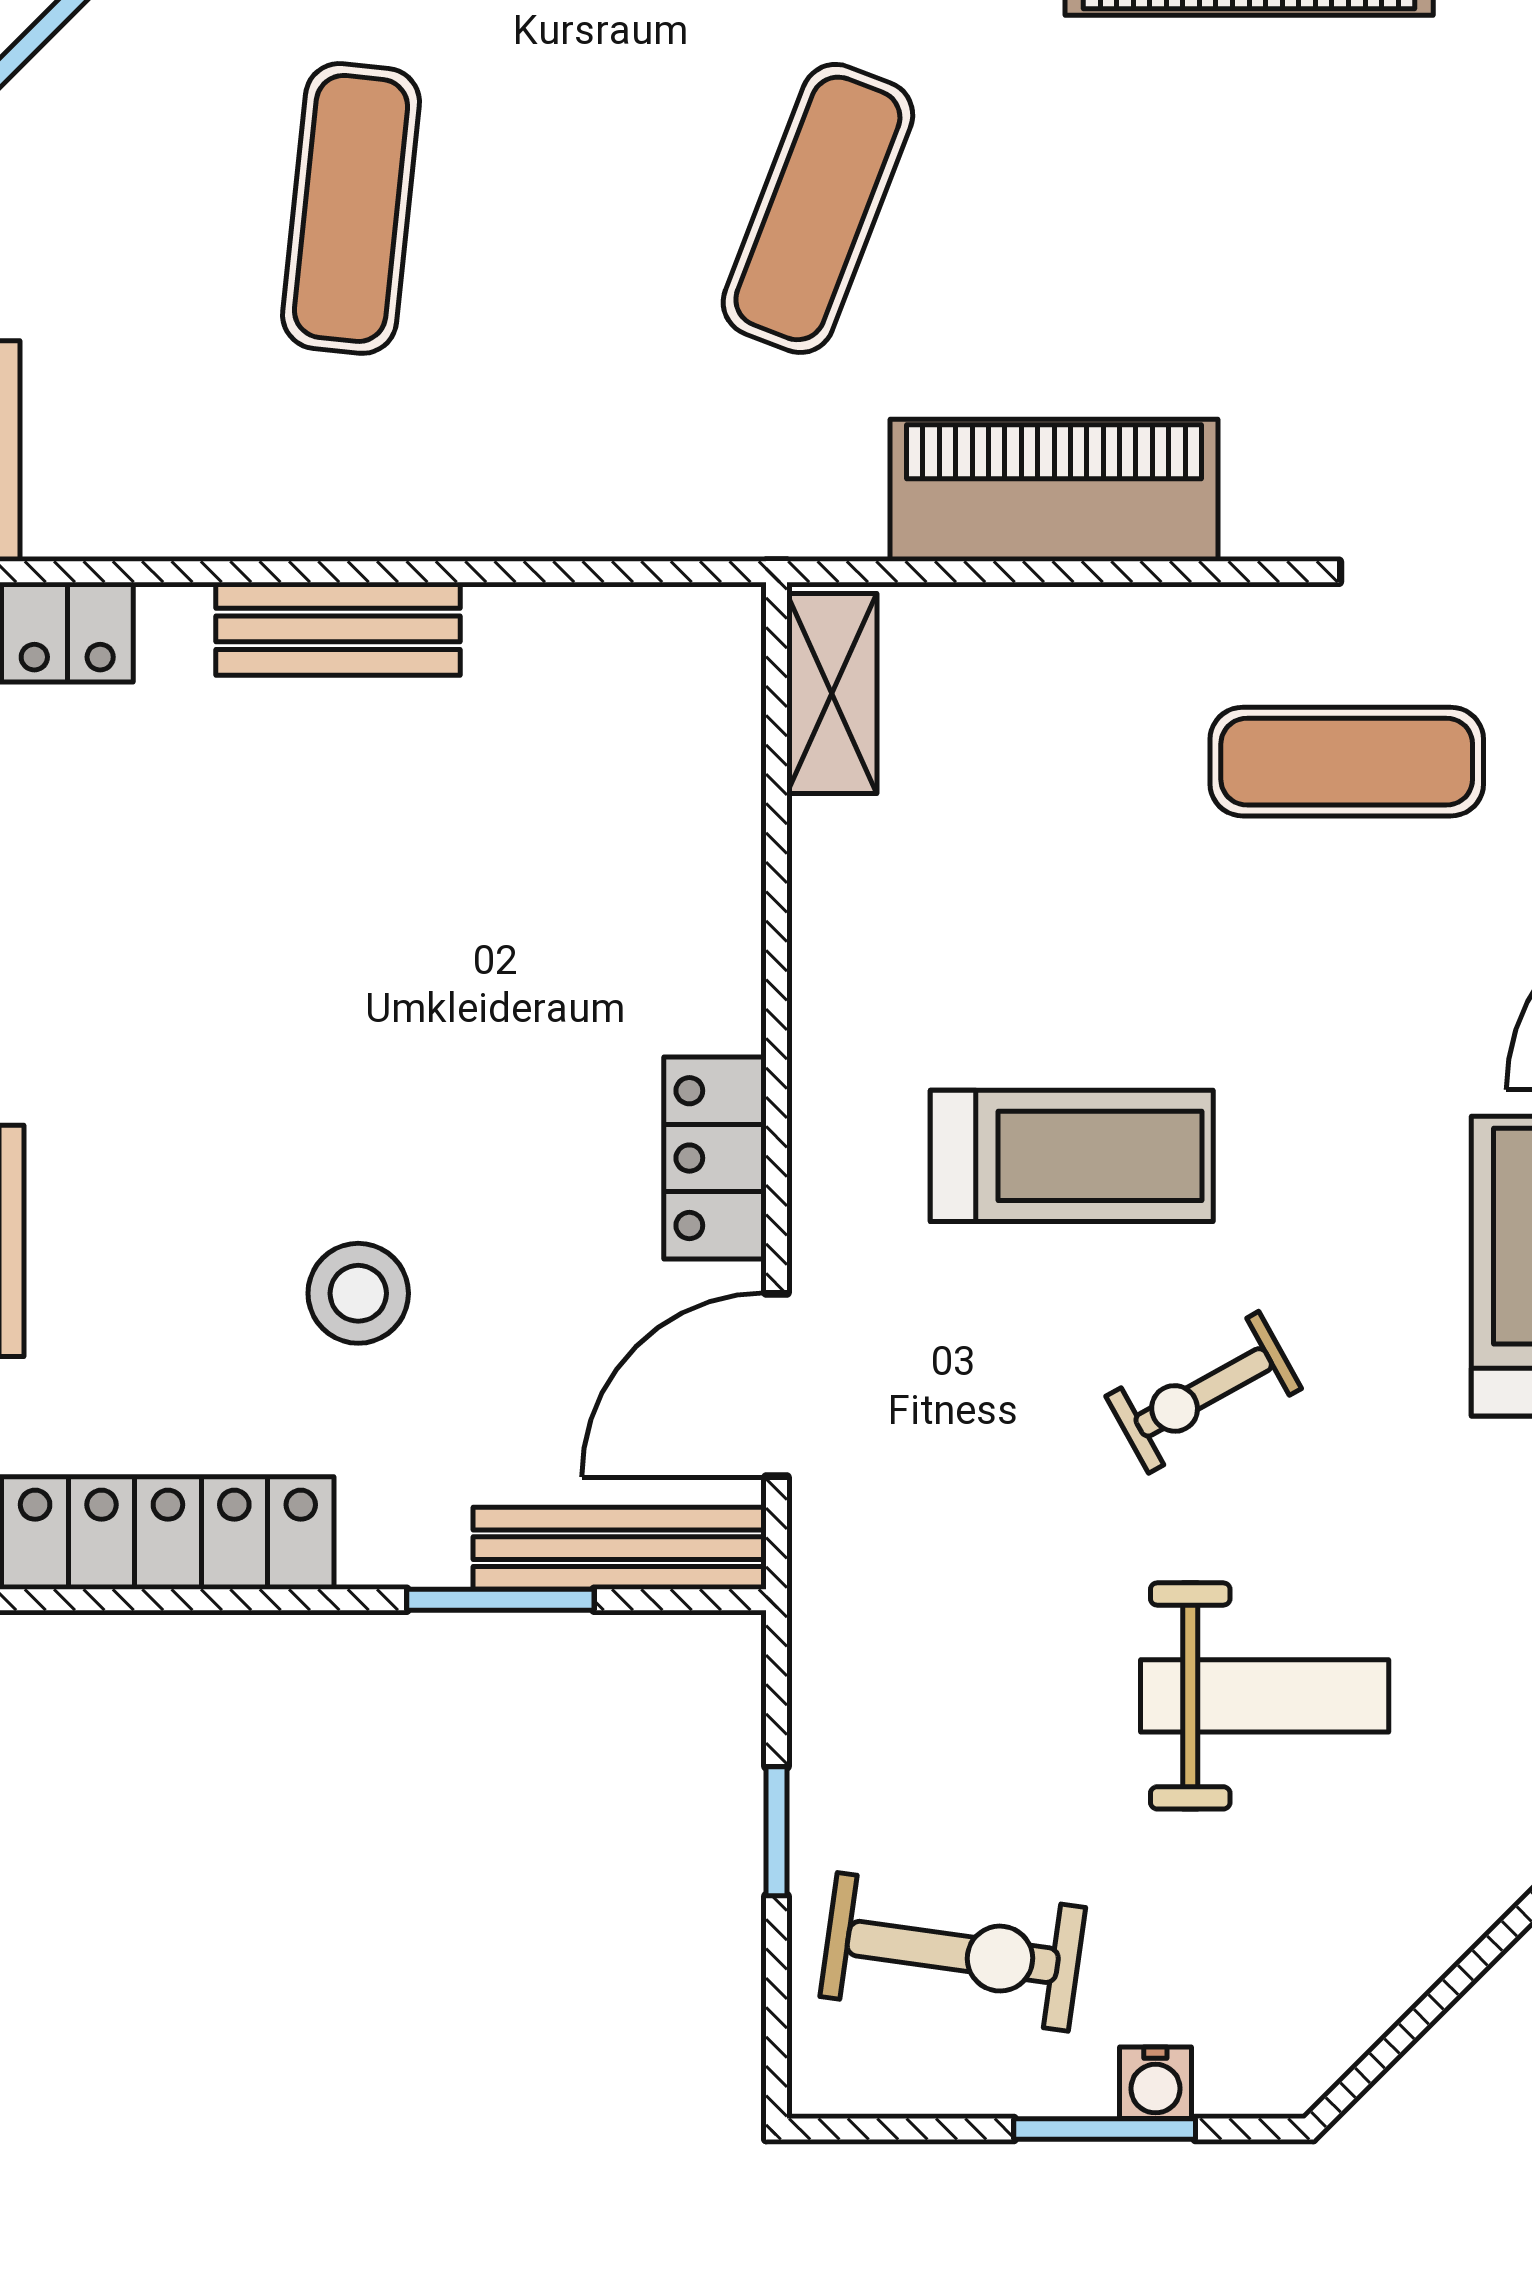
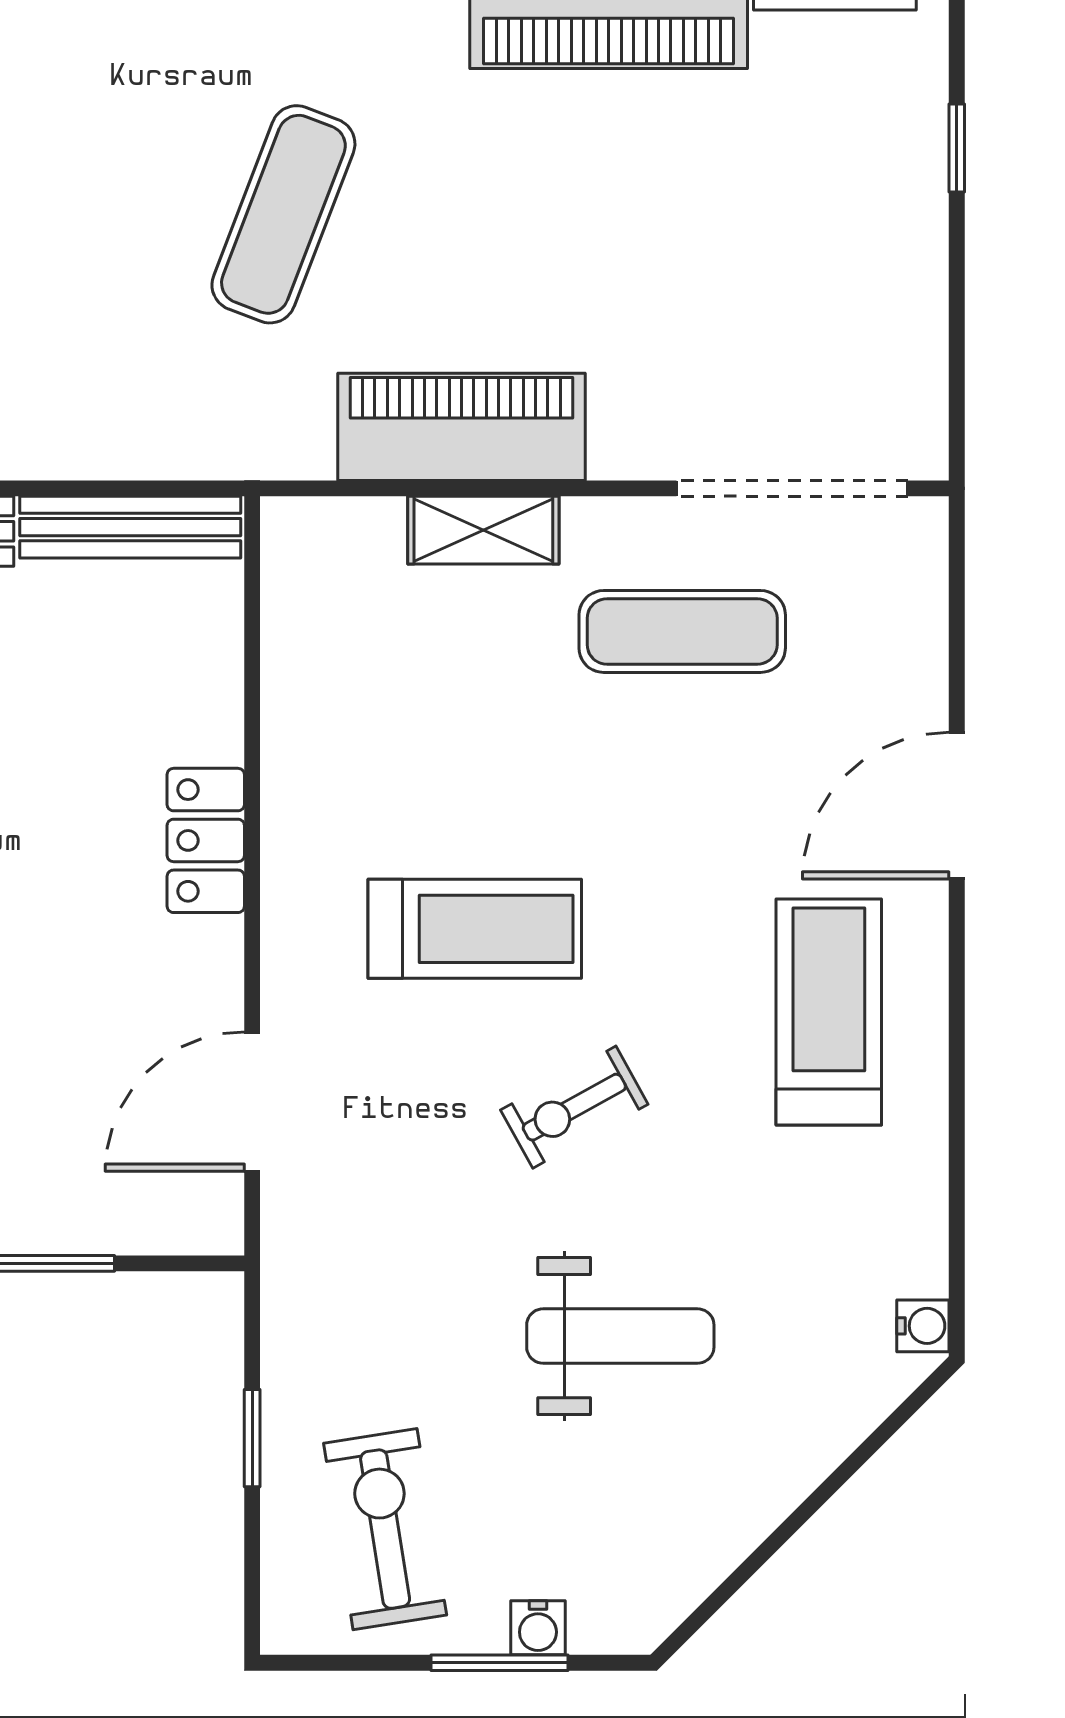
shelving: (832, 694) -> (483, 530), moved, turned 90
locker: (715, 1158) -> (206, 840), moved
bench: (620, 1548) -> (130, 527), moved
exercise bike: (953, 1952) -> (385, 1529), turned -107

